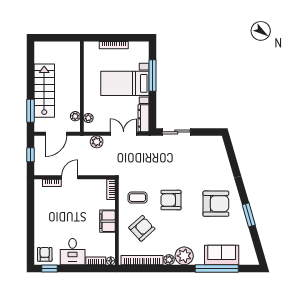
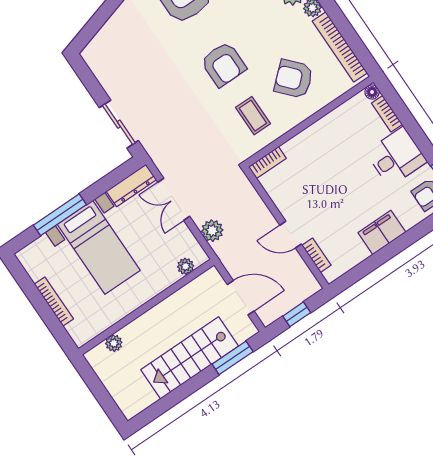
plant: (75, 116) -> (114, 343), moved
filing cabinet: (107, 221) -> (382, 232), moved, turned 180

